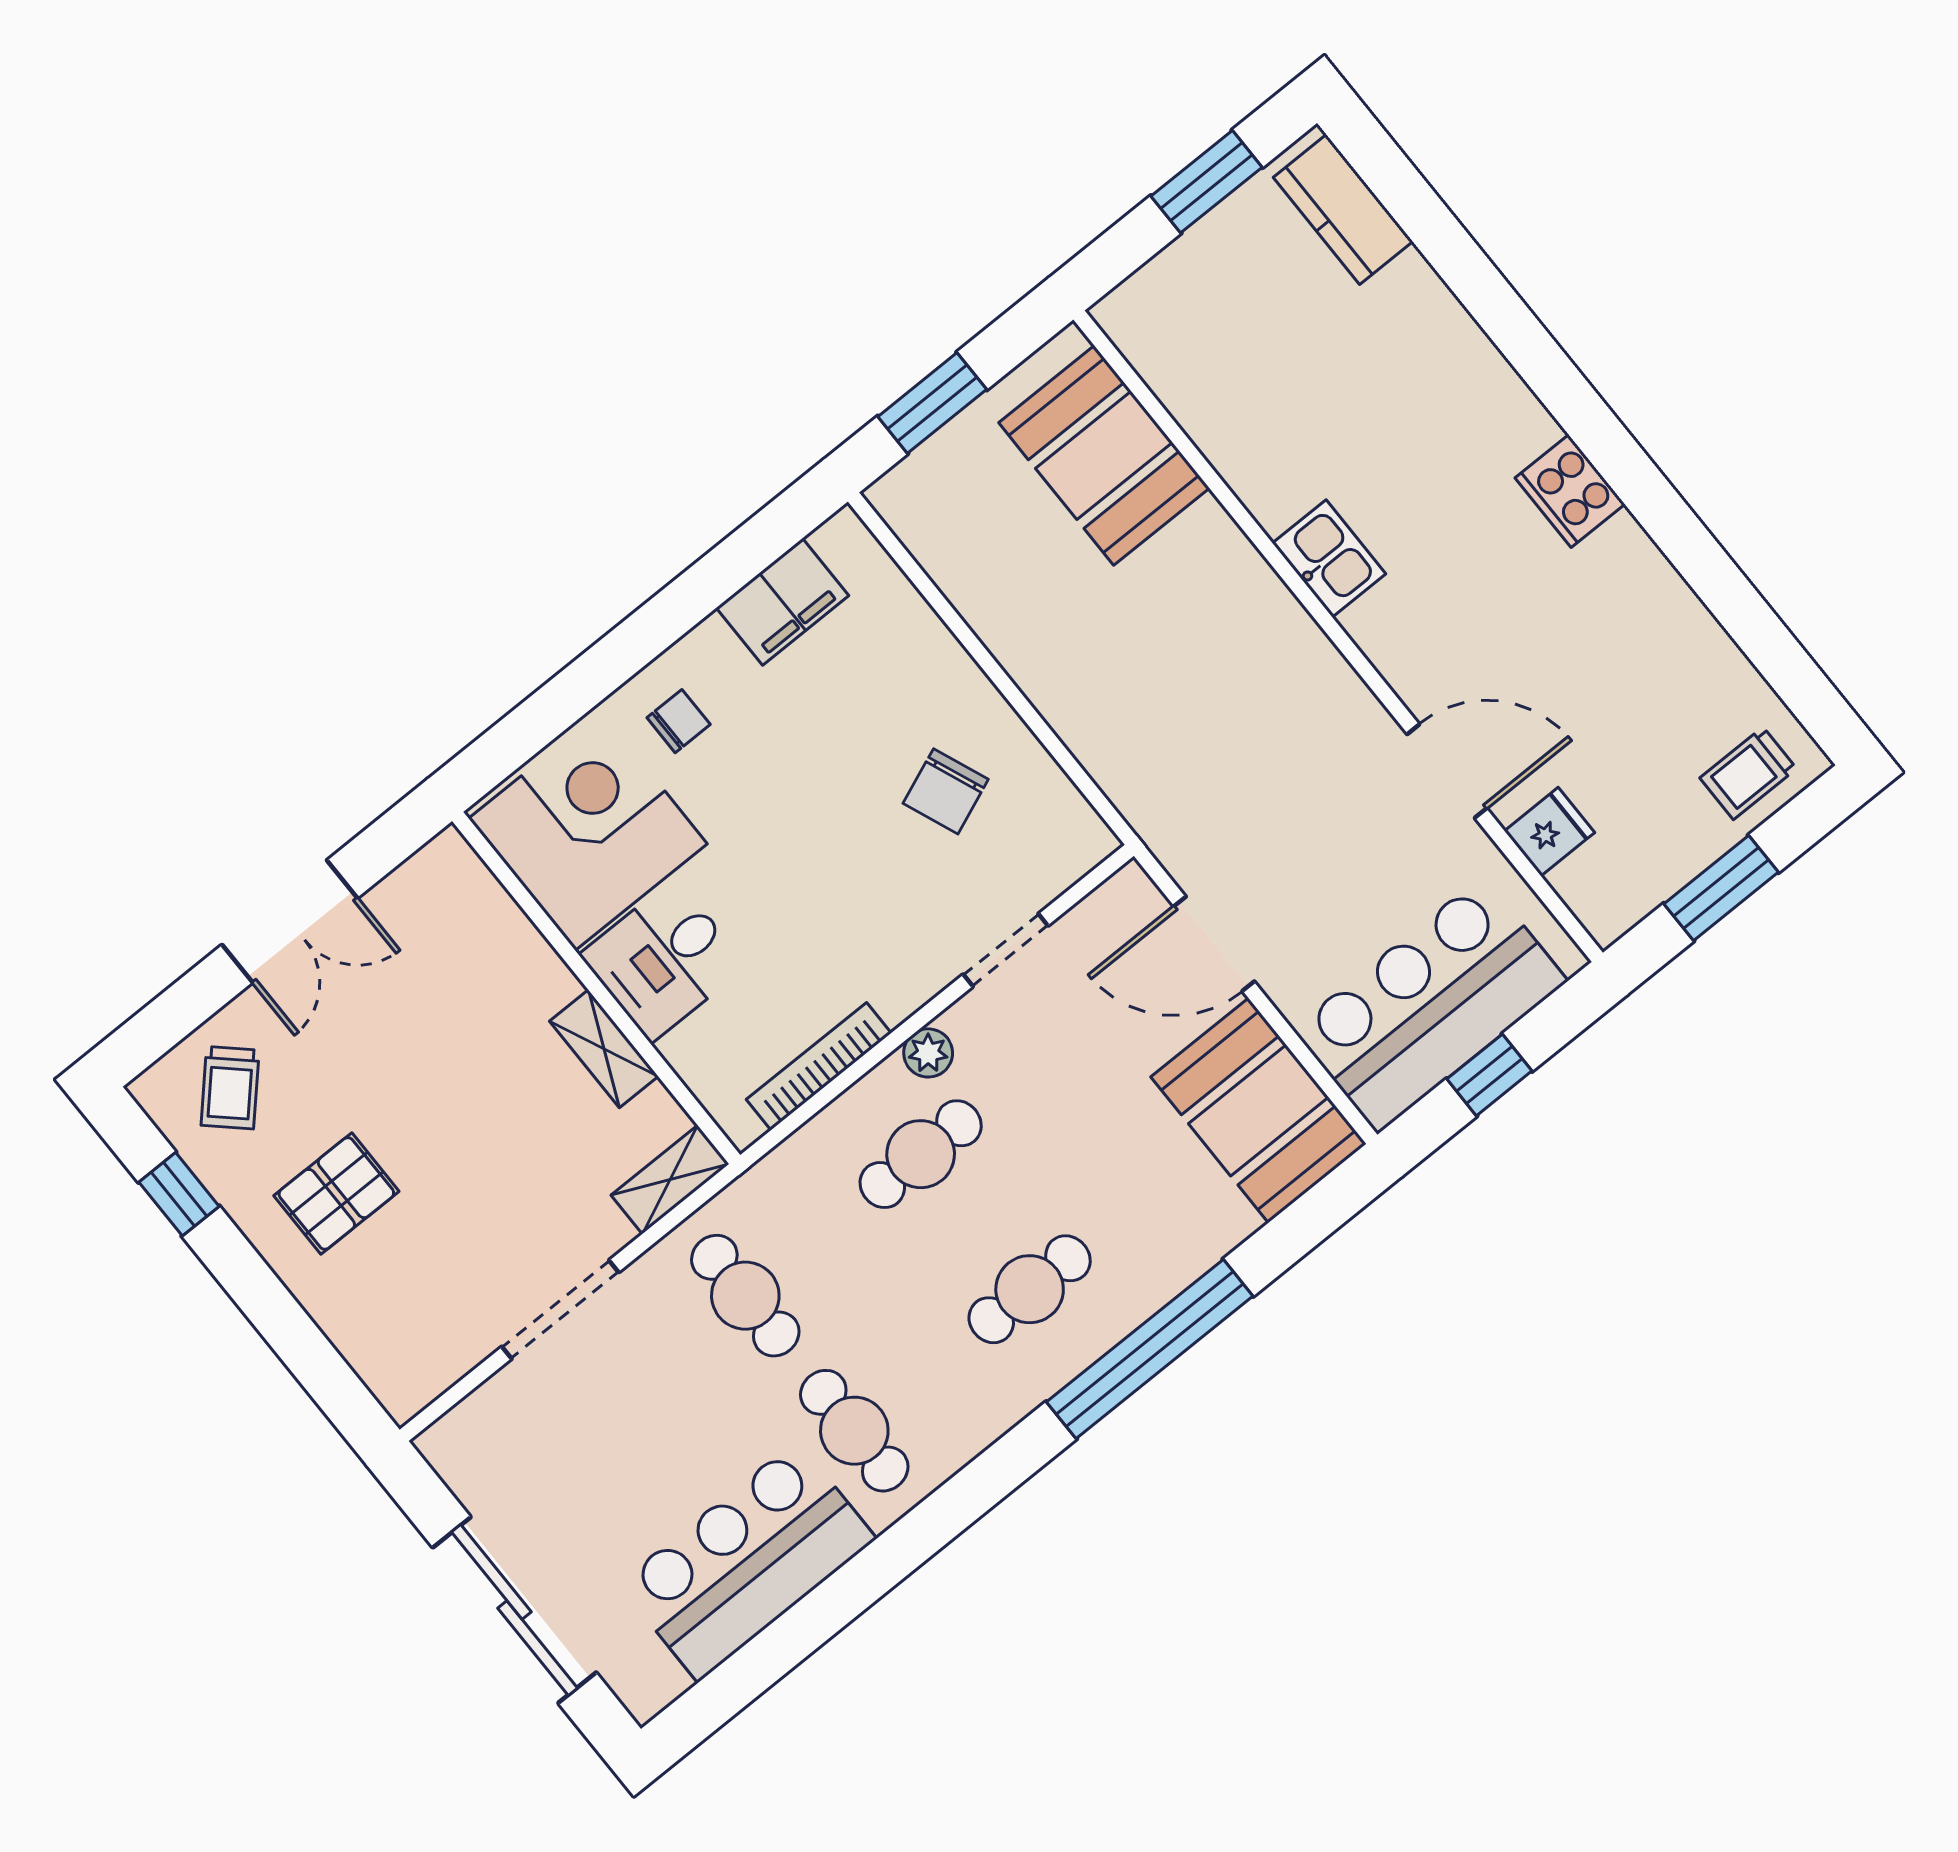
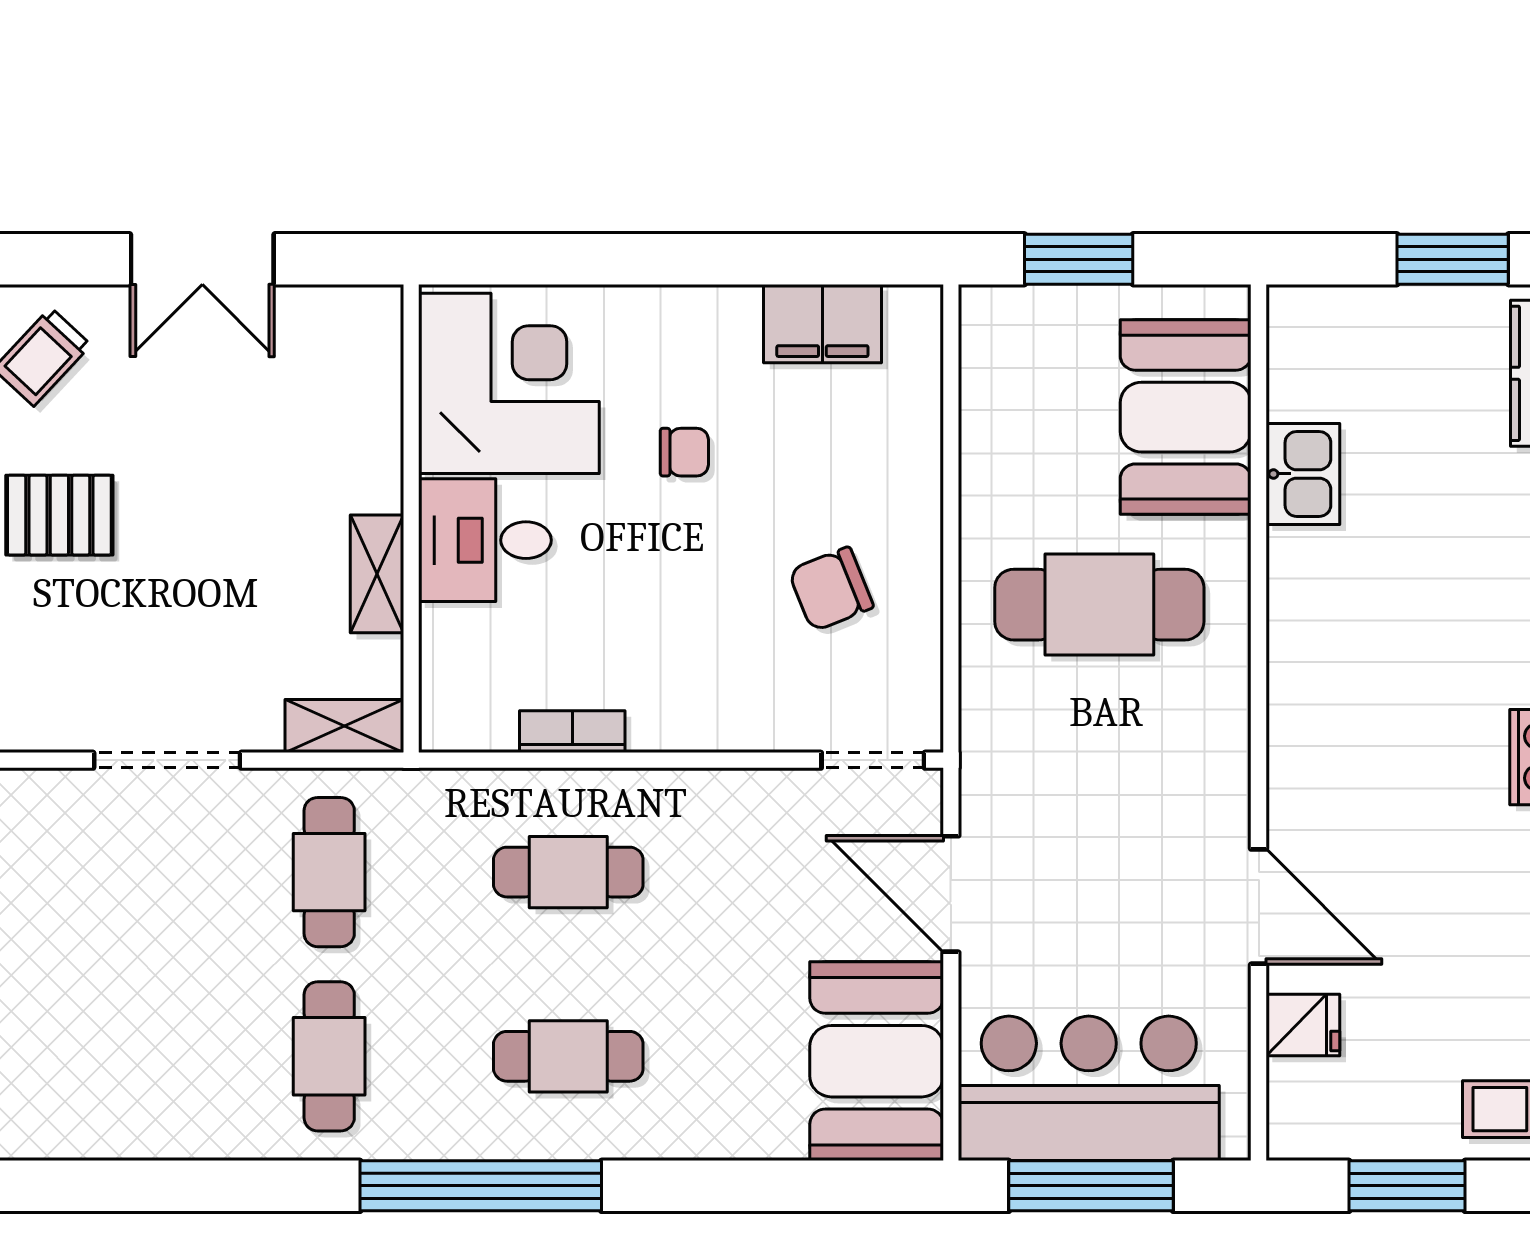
kitchen sink: (1329, 559) -> (1303, 474), moved
cafe table: (1152, 644) -> (1099, 605), added
chair: (679, 721) -> (684, 452), moved
doorway: (1006, 950) -> (873, 760), moved
plant: (928, 1053) -> (642, 794), removed
bookcase: (819, 1066) -> (572, 732), width x0.64
window: (1489, 1075) -> (1091, 1186), width x2.17
window: (1150, 1349) -> (481, 1186), moved
bar counter: (747, 1561) -> (154, 1093), removed

